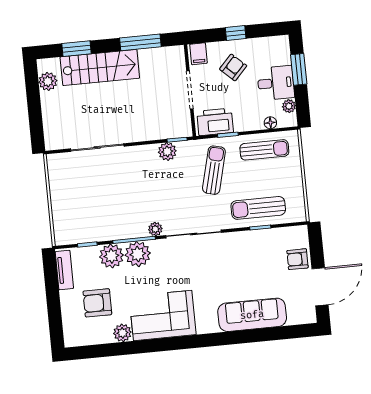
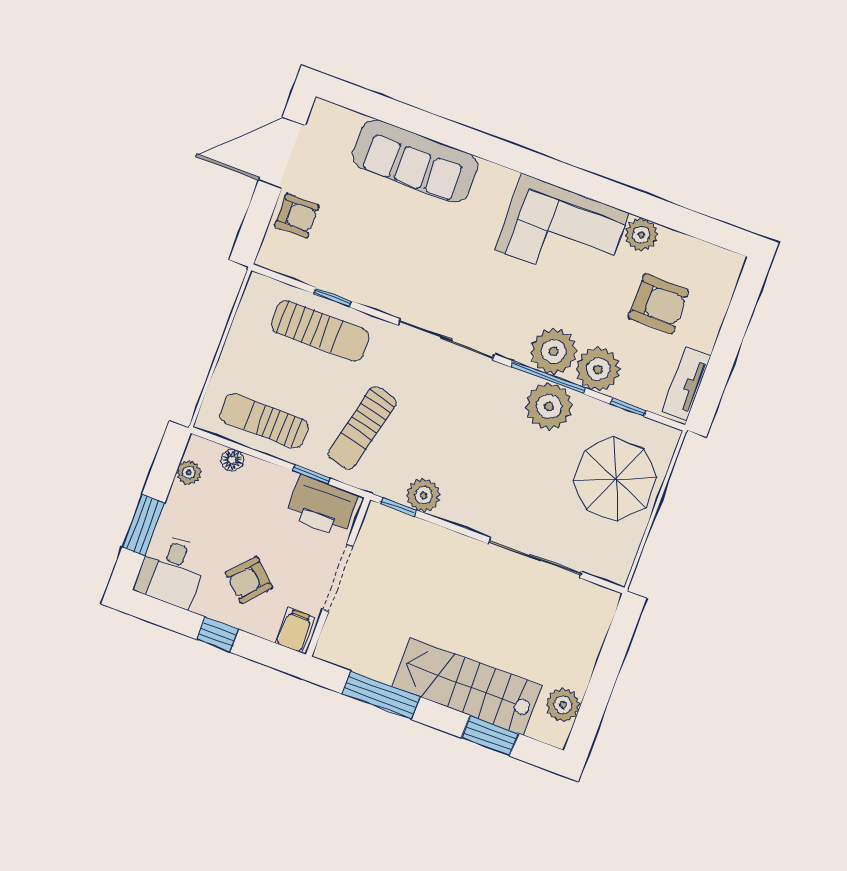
desk: (276, 83) -> (171, 570), moved, turned -90
parasol: (76, 206) -> (615, 479), added
plant: (155, 229) -> (549, 406), moved, width x1.87, depth x1.87

